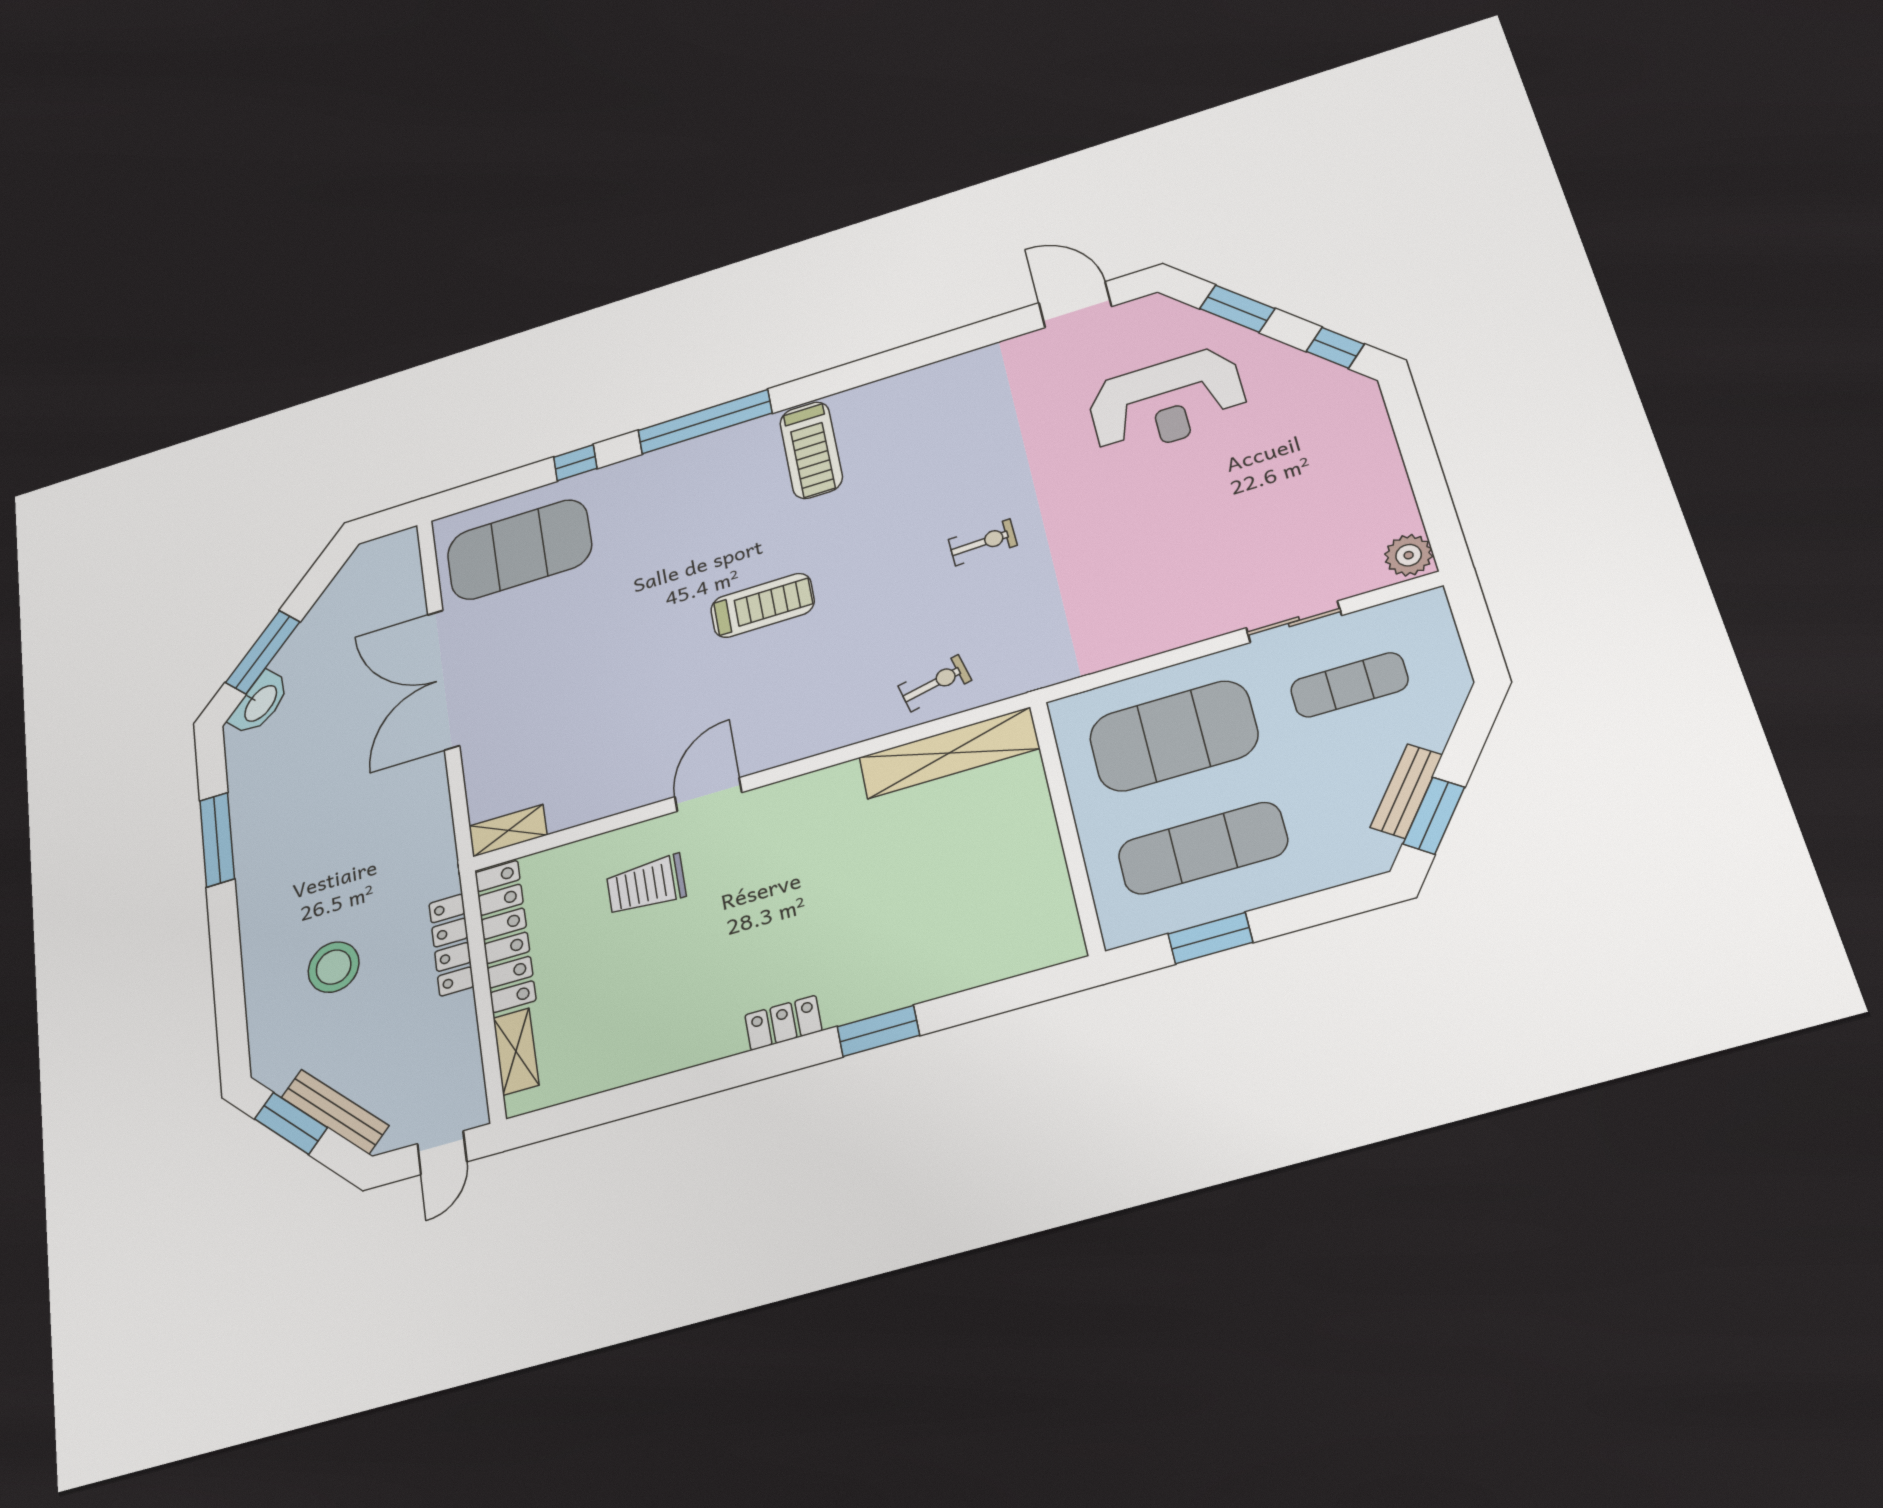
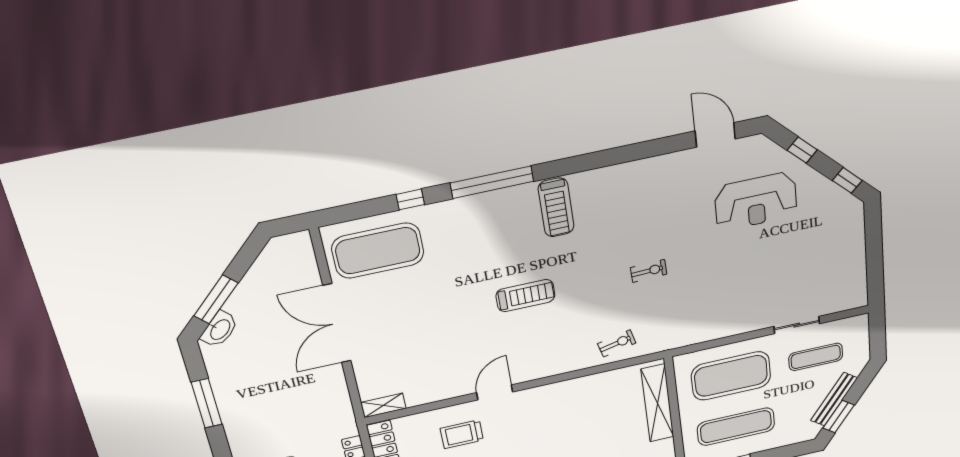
window: (1237, 309) -> (802, 150), width x0.67
plant: (1409, 555) -> (857, 296), removed
shelving: (949, 753) -> (657, 403), moved, turned 90
bench: (1406, 791) -> (834, 399), width x1.36

